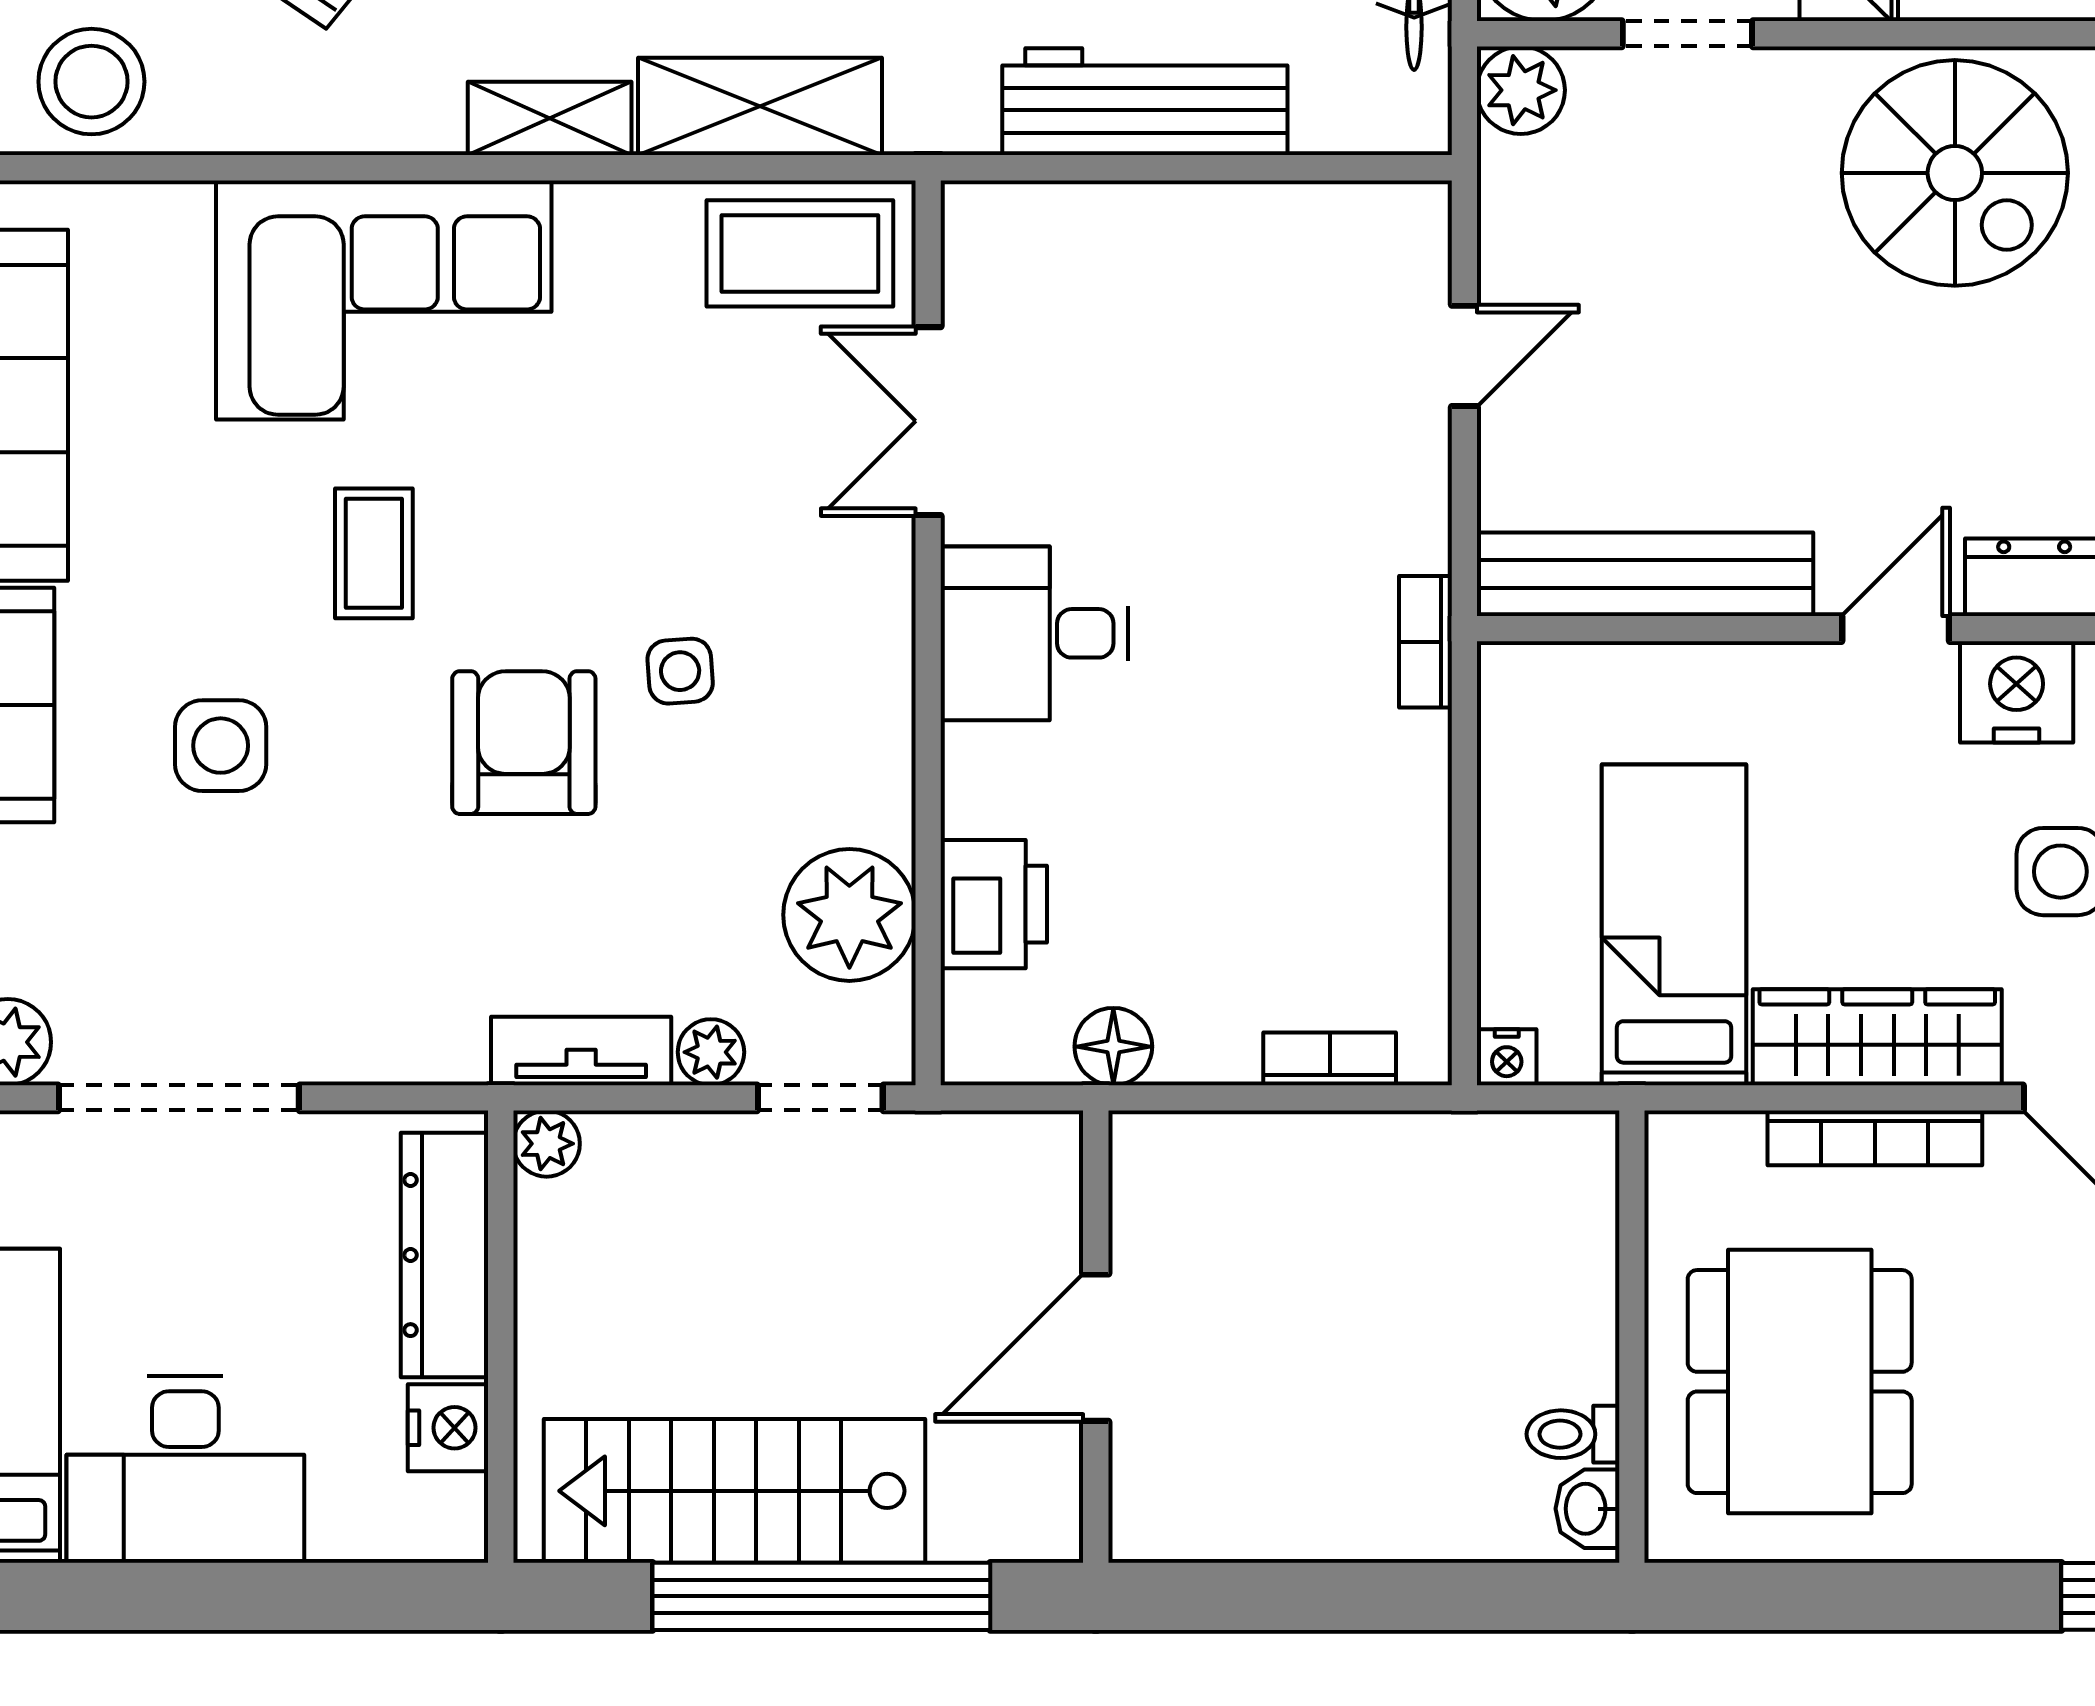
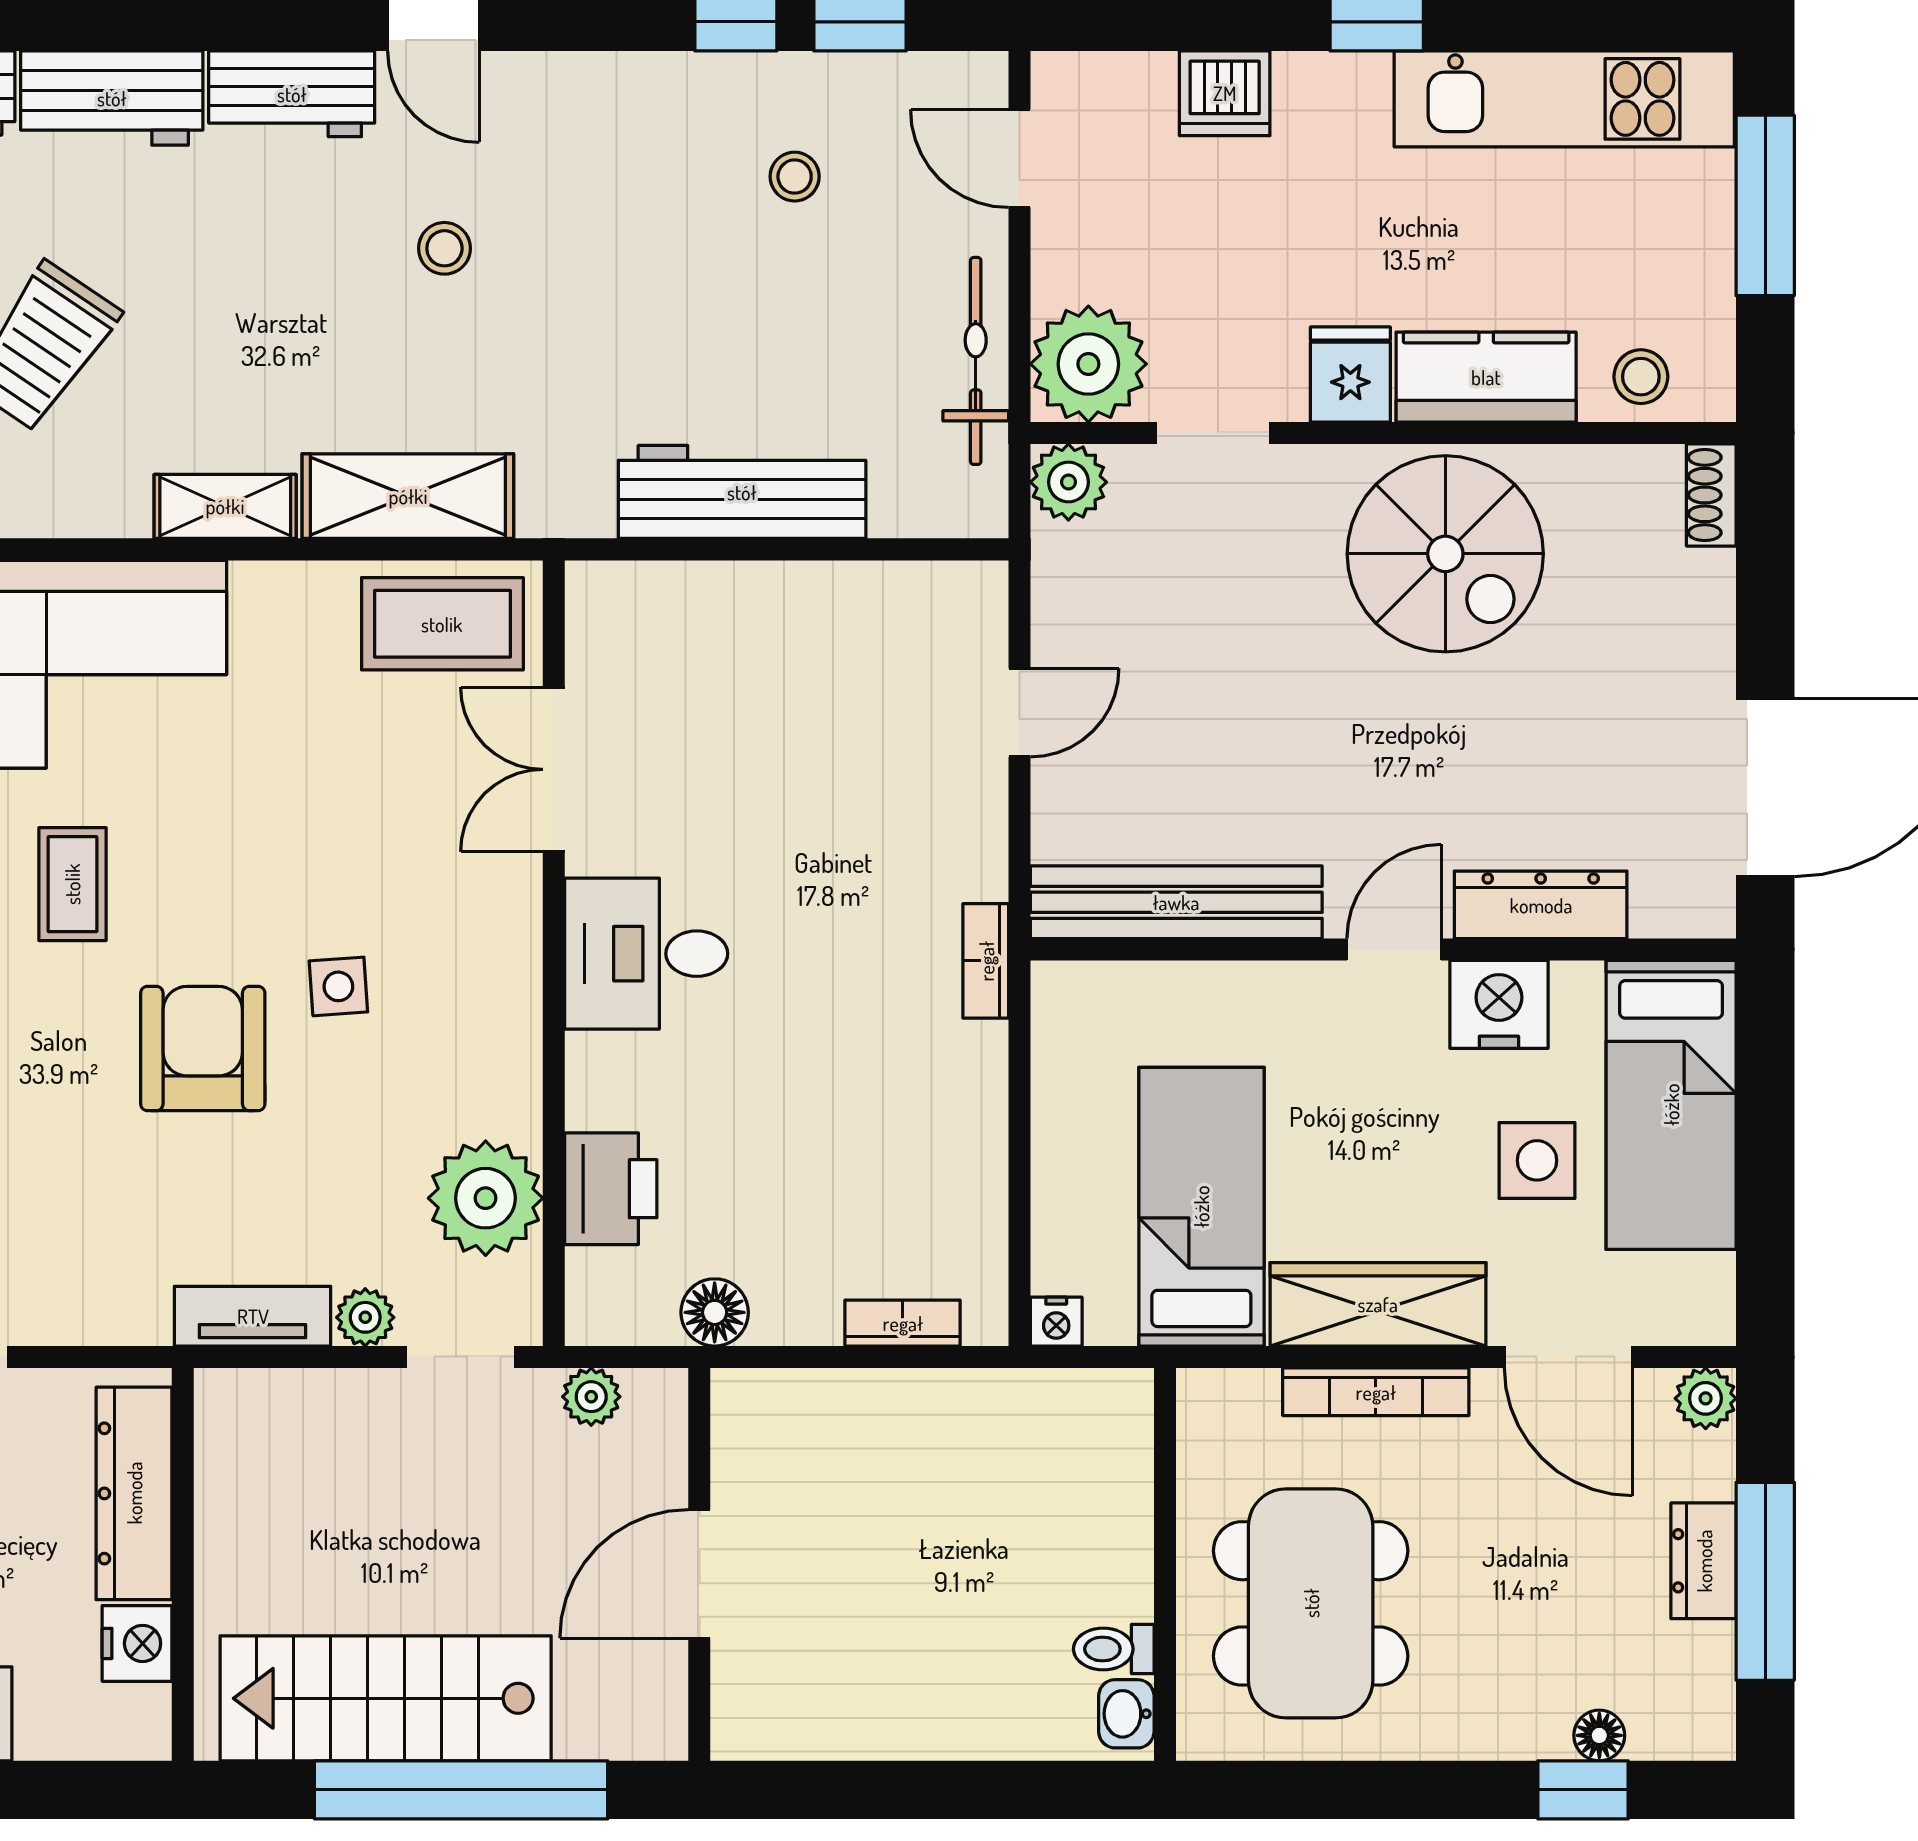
plant: (547, 1144) -> (591, 1397), moved

